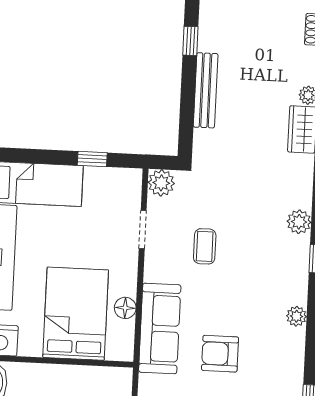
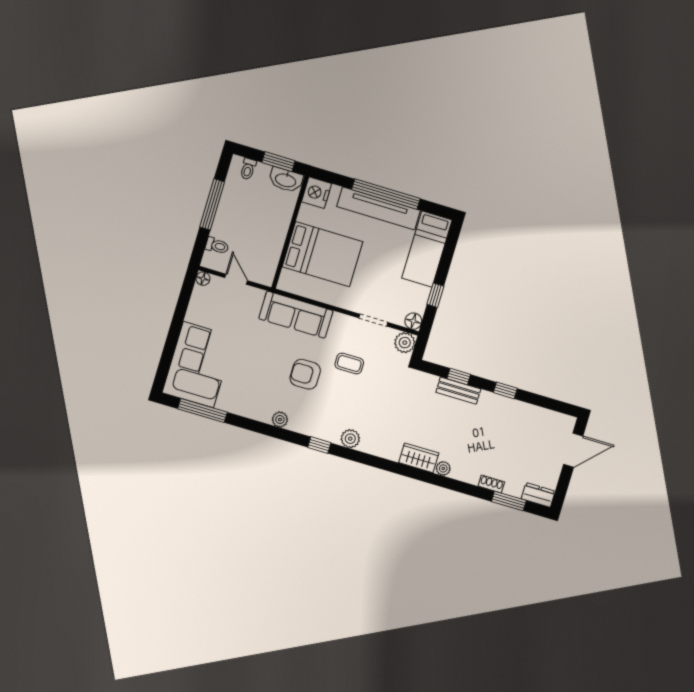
bench: (206, 90) -> (458, 391), width x0.73
window: (187, 104) -> (459, 377), added
floor lamp: (125, 308) -> (413, 321), moved
armchair: (220, 354) -> (305, 374), moved, turned -90

